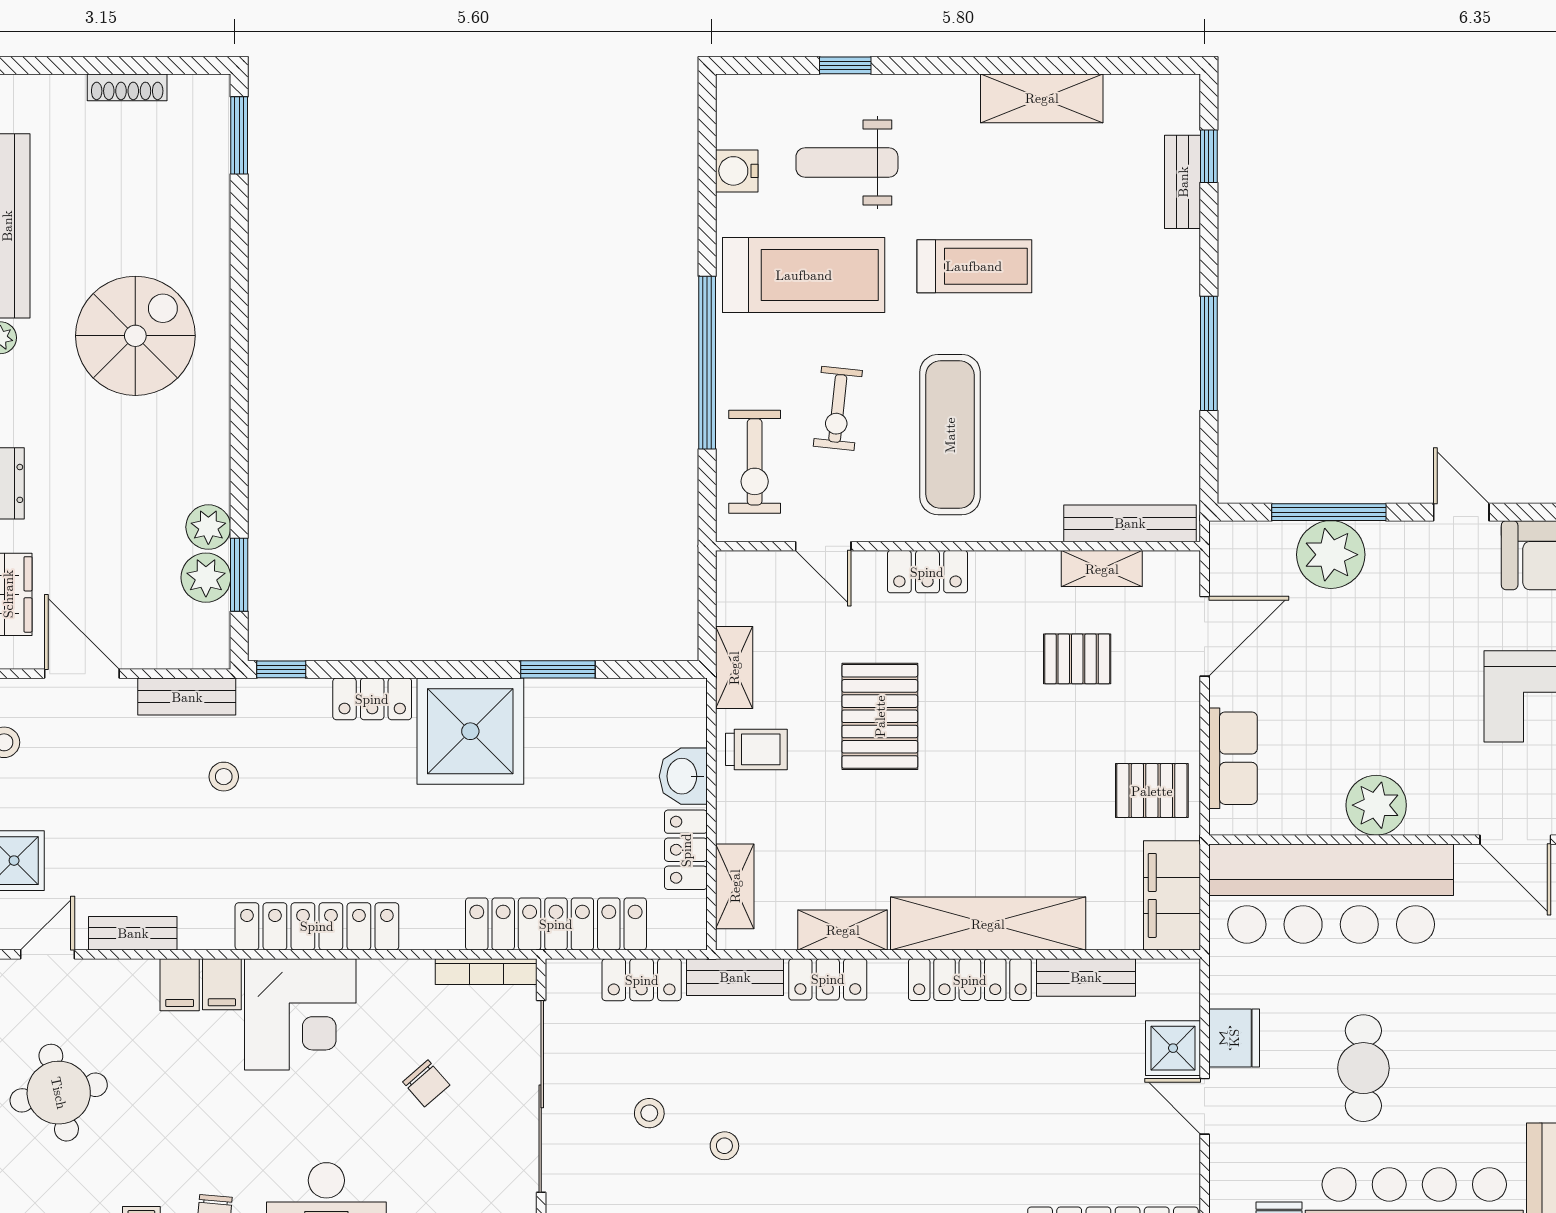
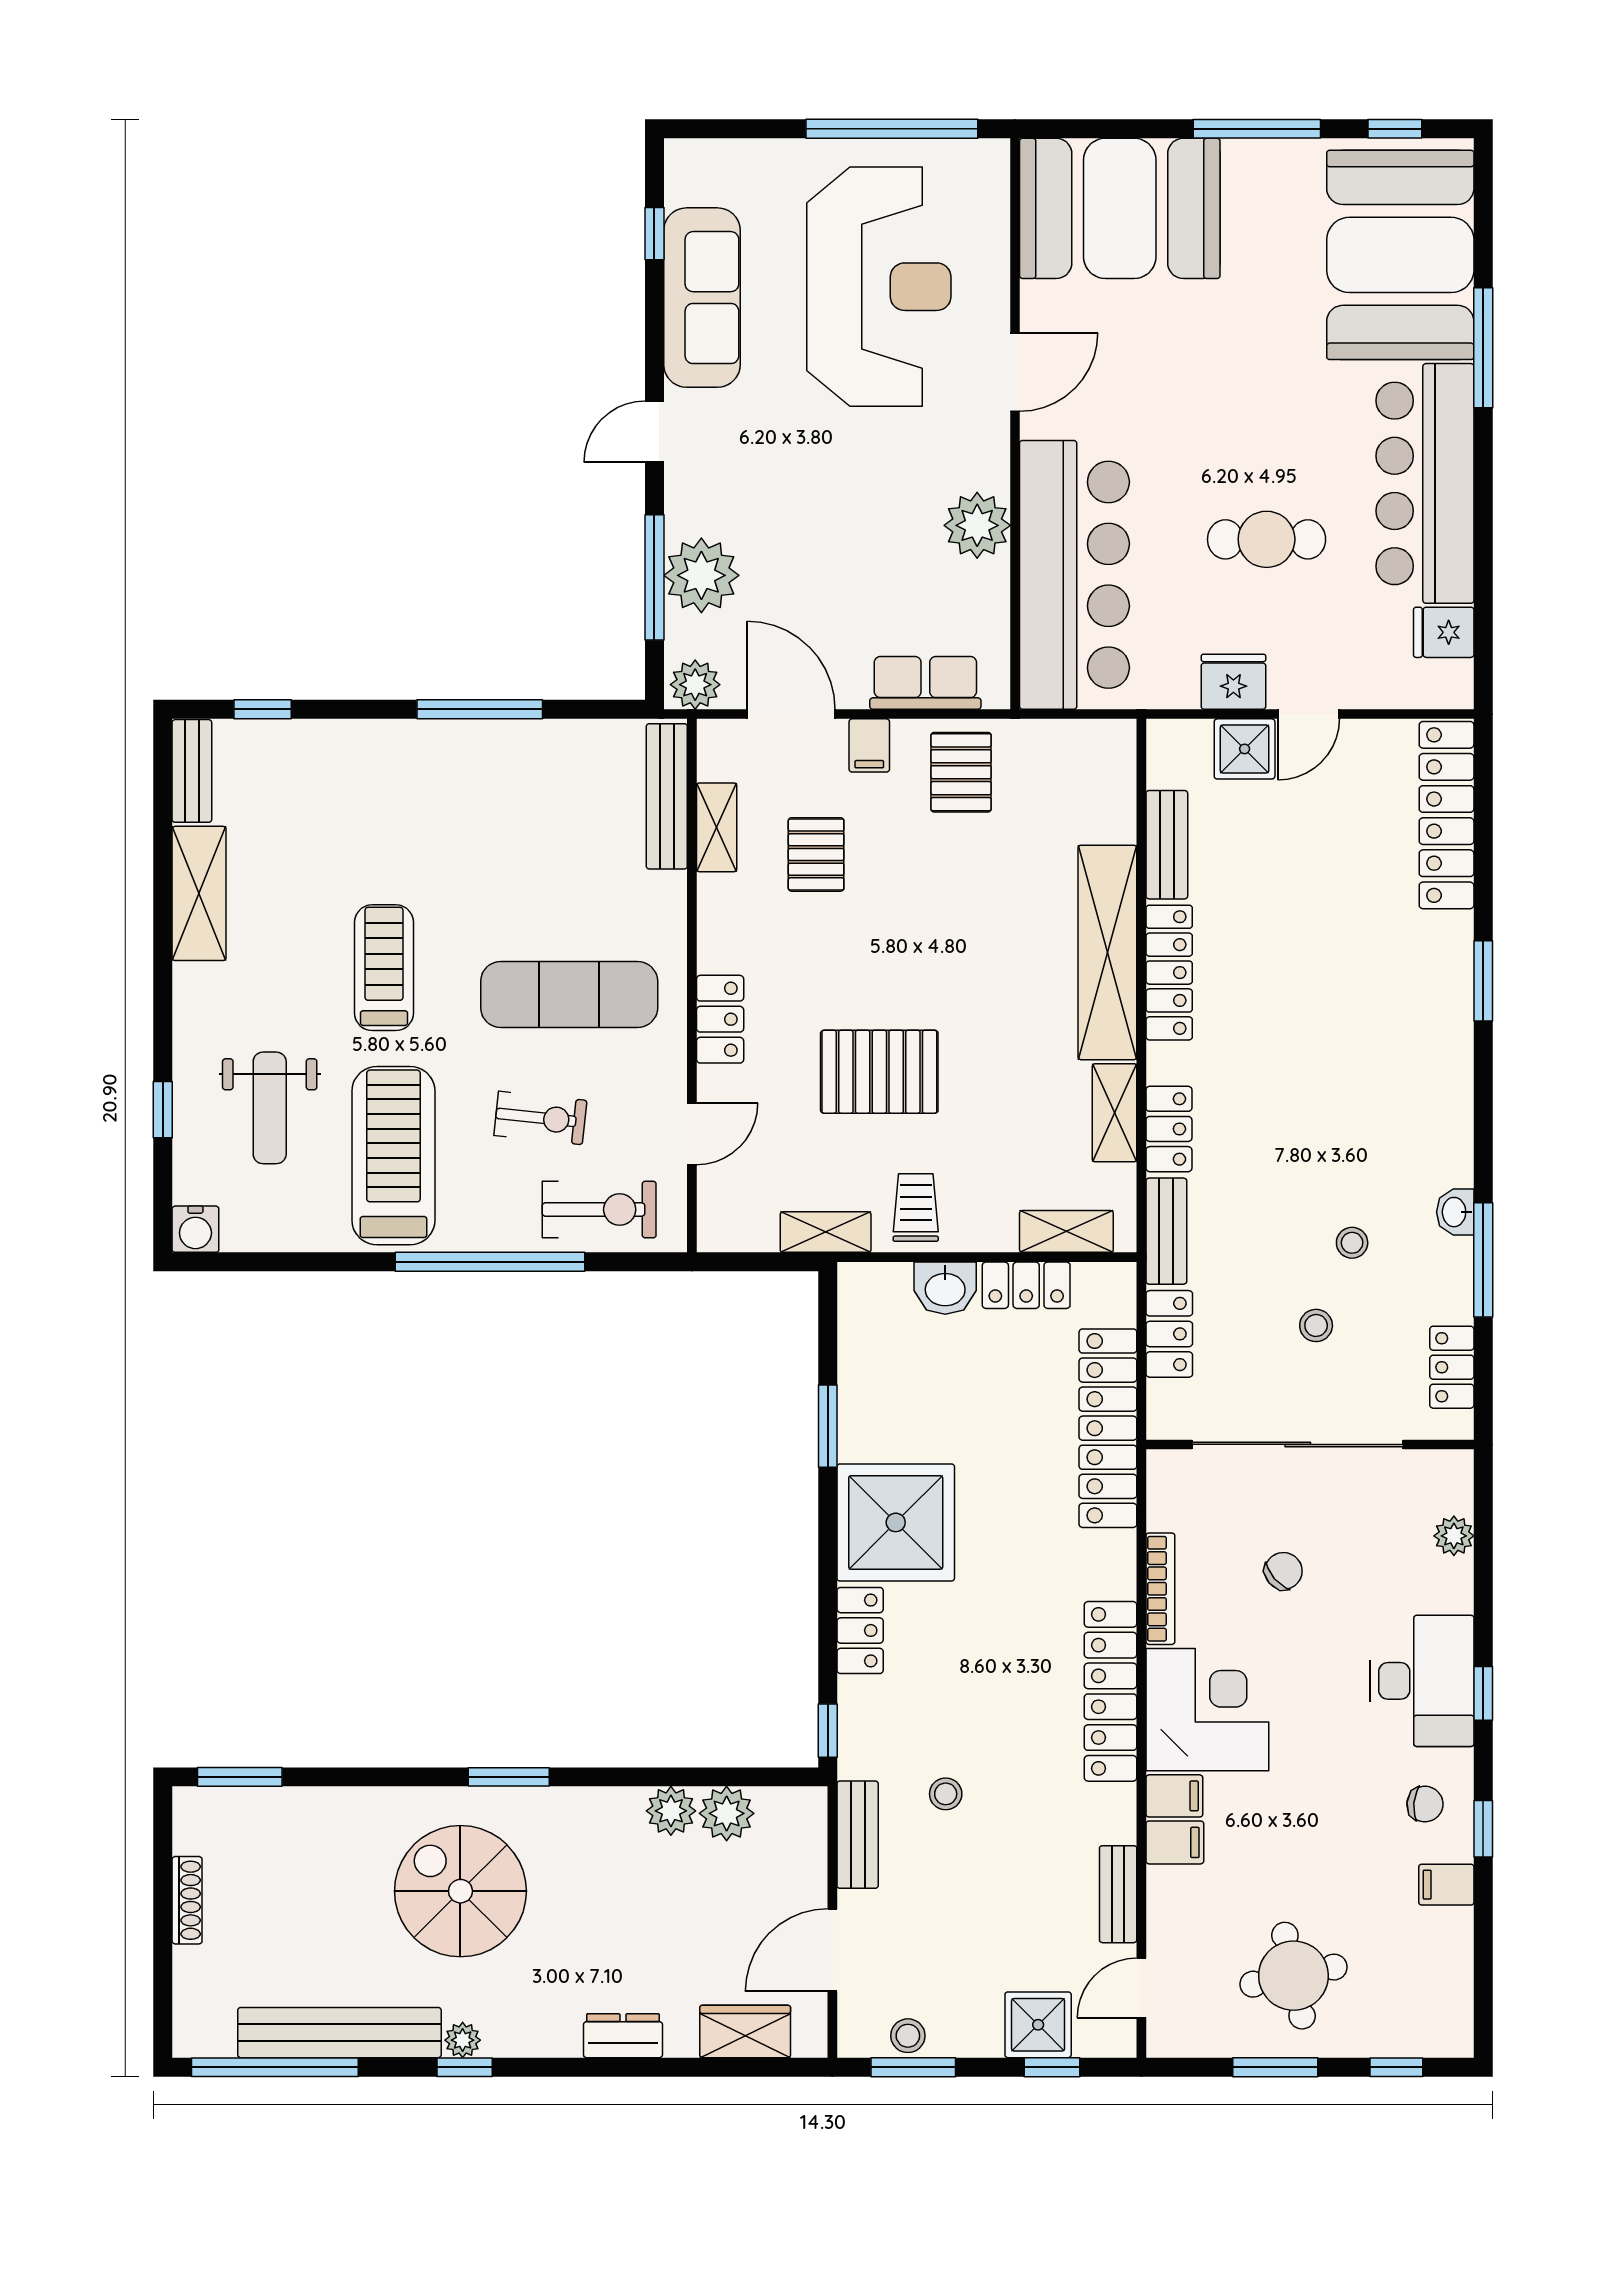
water cooler: (737, 171) -> (195, 1229), moved
bench: (1183, 182) -> (192, 771), moved, turned 90
plant: (1231, 549) -> (695, 685), added
window: (239, 575) -> (509, 1777), moved
filing cabinet: (1172, 895) -> (869, 745), moved, width x0.33, depth x0.86
door: (48, 954) -> (1141, 1988), hinge flipped
bookcase: (486, 972) -> (1160, 1589), moved

